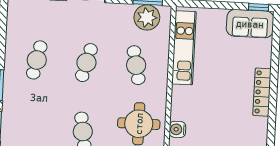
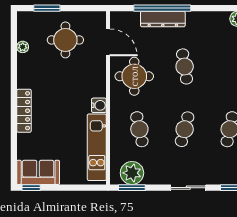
water cooler: (177, 129) -> (99, 105), moved

